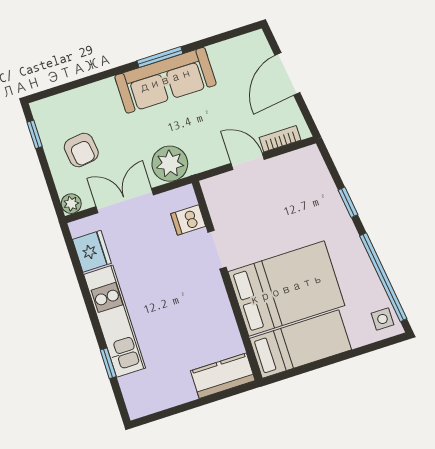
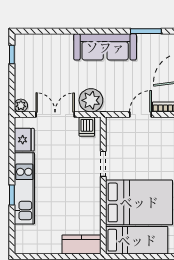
window: (160, 57) -> (146, 31), moved
armchair: (81, 150) -> (38, 74), removed
door: (248, 161) -> (140, 115), hinge flipped
dishwasher: (188, 220) -> (87, 127), moved, turned -90
window: (108, 363) -> (12, 195), moved

